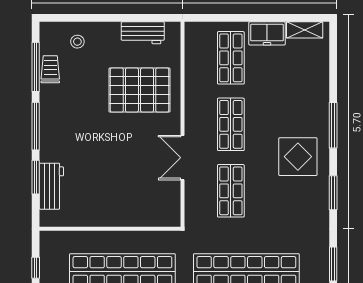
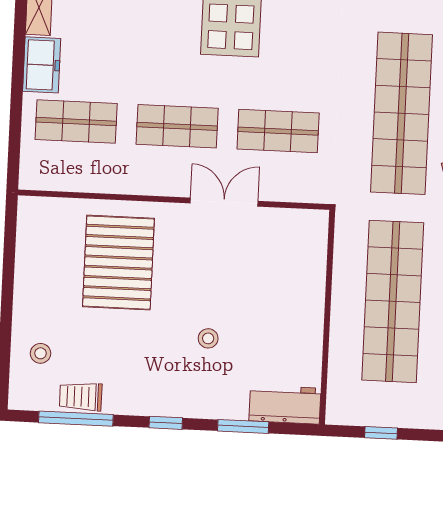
workbench: (143, 33) -> (32, 254), removed
window: (36, 126) -> (166, 423), width x0.46
stool: (92, 151) -> (208, 338), added
double door: (183, 158) -> (224, 202), swing flipped
workbench: (51, 186) -> (285, 405), moved

